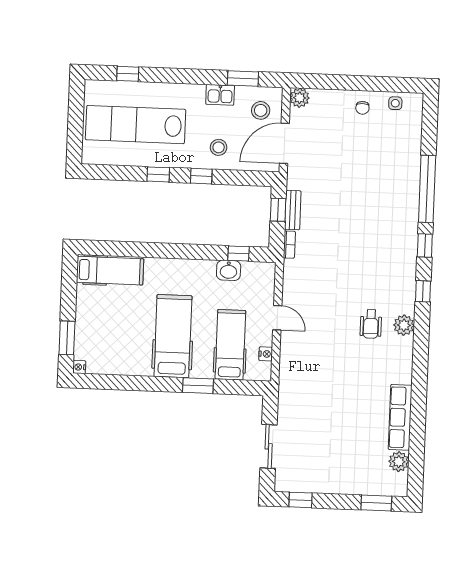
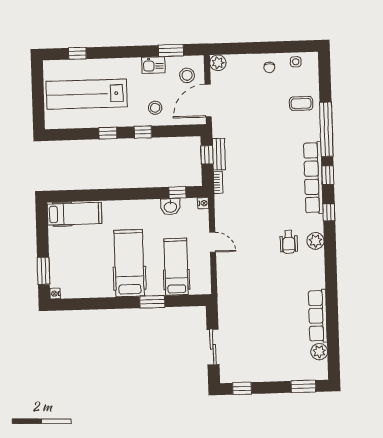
coffee table: (398, 155) -> (301, 103), added
row of seats: (407, 247) -> (313, 178), added
nightstand: (266, 354) -> (203, 203), moved

